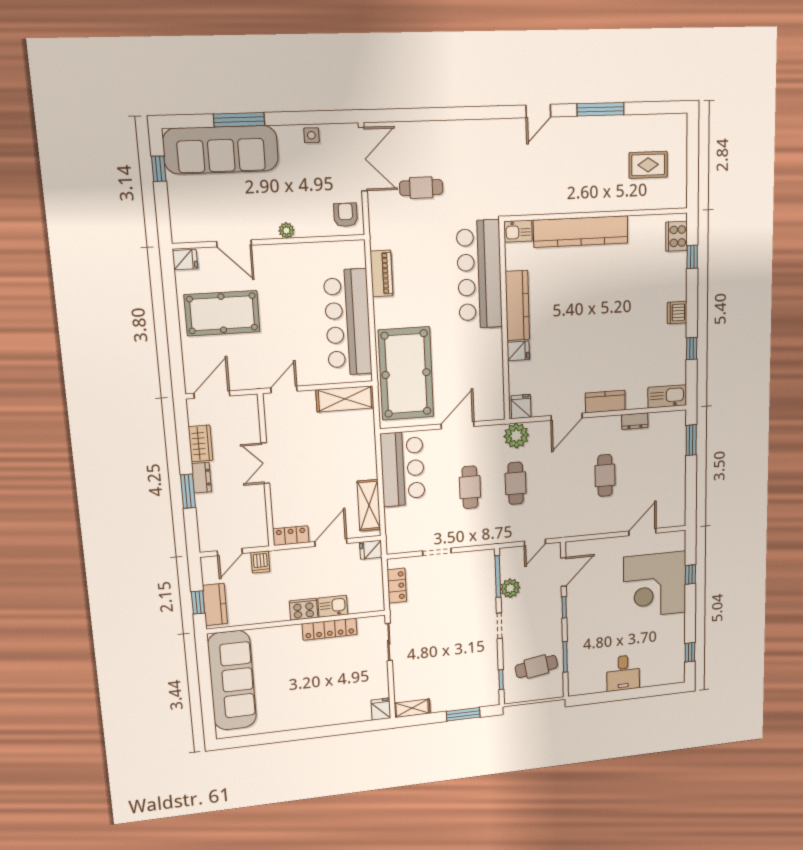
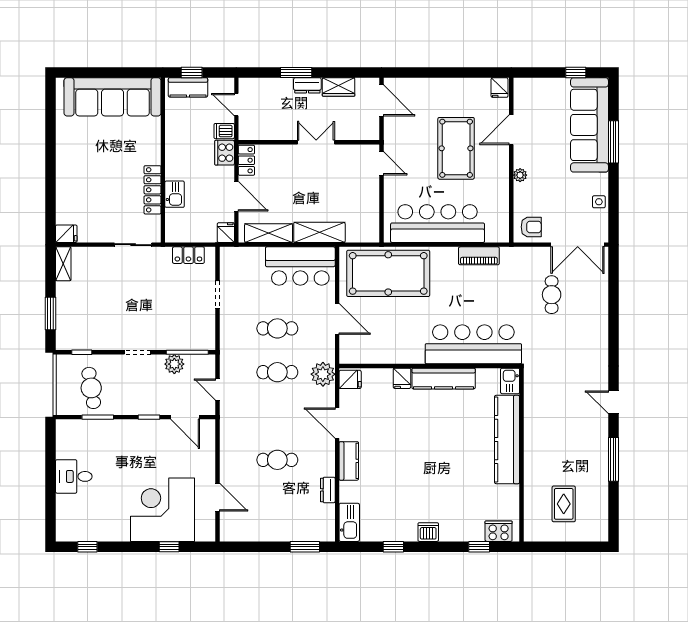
pool table: (222, 313) -> (456, 148), moved
shelving: (345, 399) -> (319, 232), moved, turned 90
cooker: (304, 609) -> (225, 153), moved, turned 180

